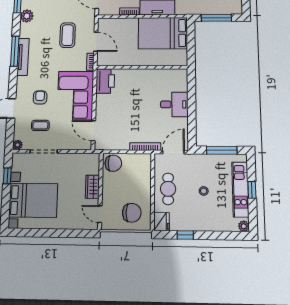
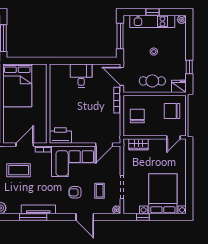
chair: (113, 163) -> (137, 116), moved
wardrobe: (92, 187) -> (139, 144), moved
chair: (132, 213) -> (172, 111), turned -90

